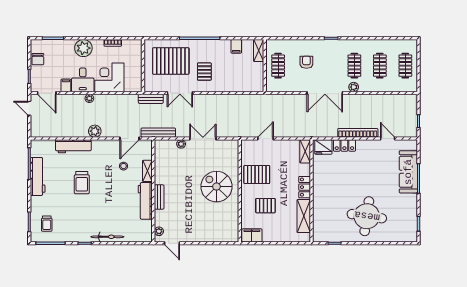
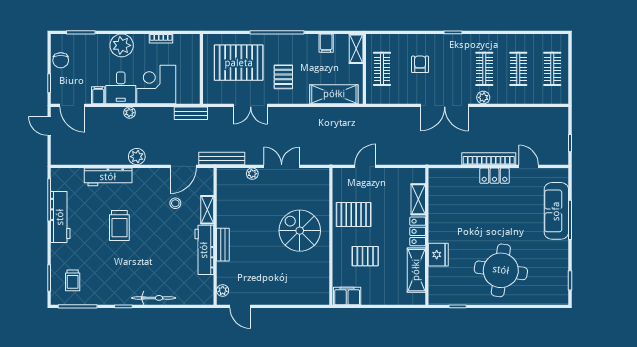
shelving: (242, 85) -> (334, 94), added
bench: (151, 99) -> (191, 113), moved
locker: (344, 145) -> (494, 176), moved
fridge: (323, 147) -> (438, 255), moved, turned -90
shelving: (305, 151) -> (418, 199), moved

